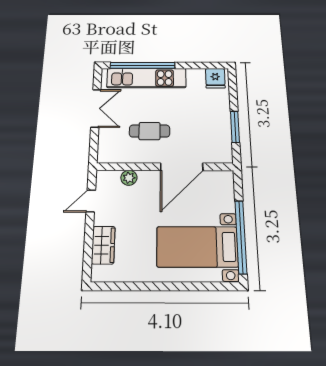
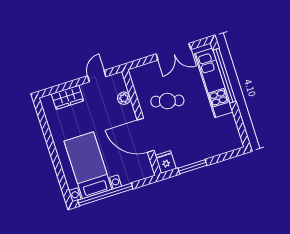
fridge: (215, 78) -> (166, 162), moved, turned 90
cafe table: (150, 131) -> (167, 101), turned -75
door: (91, 201) -> (97, 76), hinge flipped

